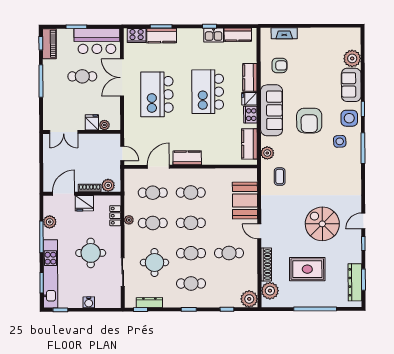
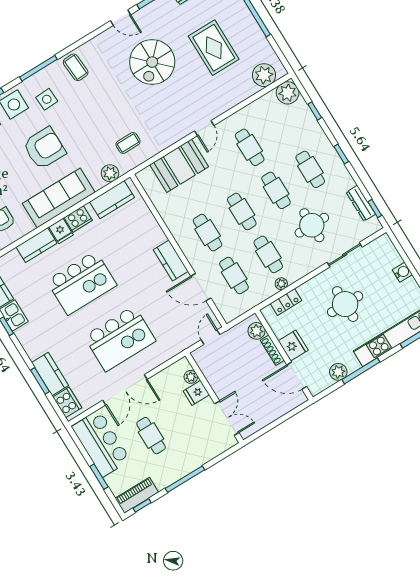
coffee table: (349, 173) -> (76, 67), added
shoe rack: (266, 264) -> (237, 97), removed

